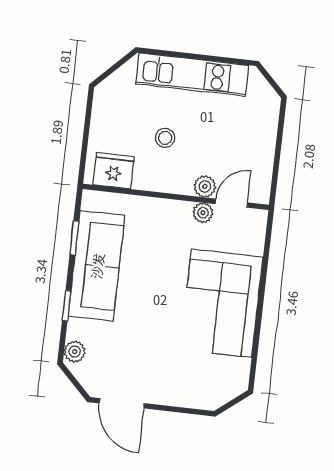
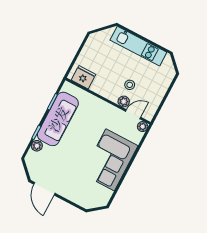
stool: (165, 138) -> (130, 85), moved
plant: (203, 213) -> (143, 127), moved
plant: (75, 352) -> (37, 146), moved

